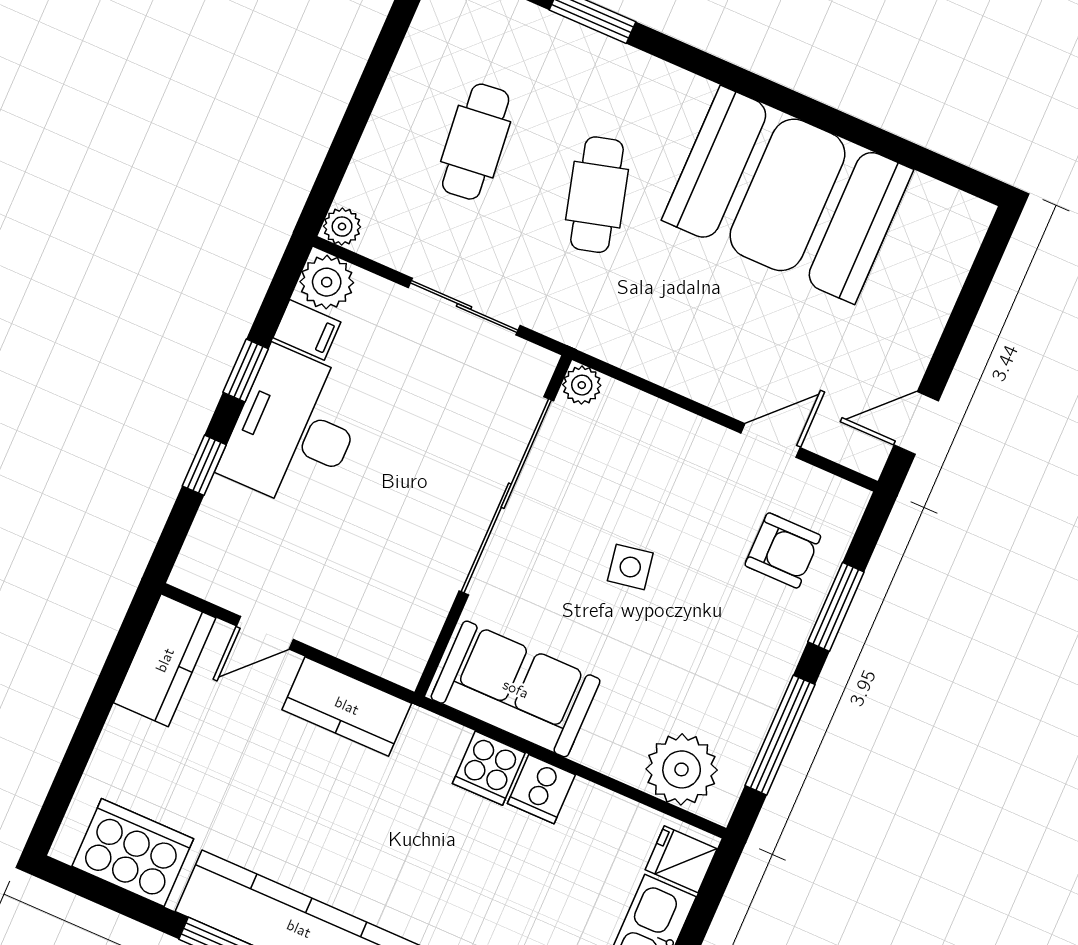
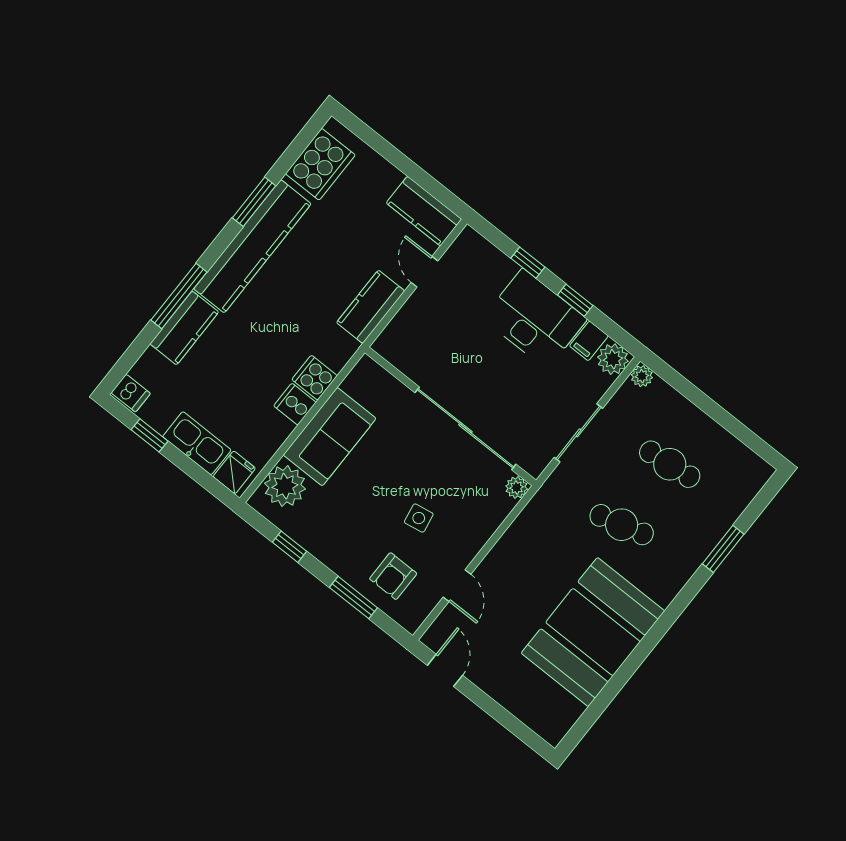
side table: (630, 567) -> (419, 518), moved
sofa: (516, 689) -> (330, 437), moved
window: (780, 735) -> (290, 547), width x0.46

